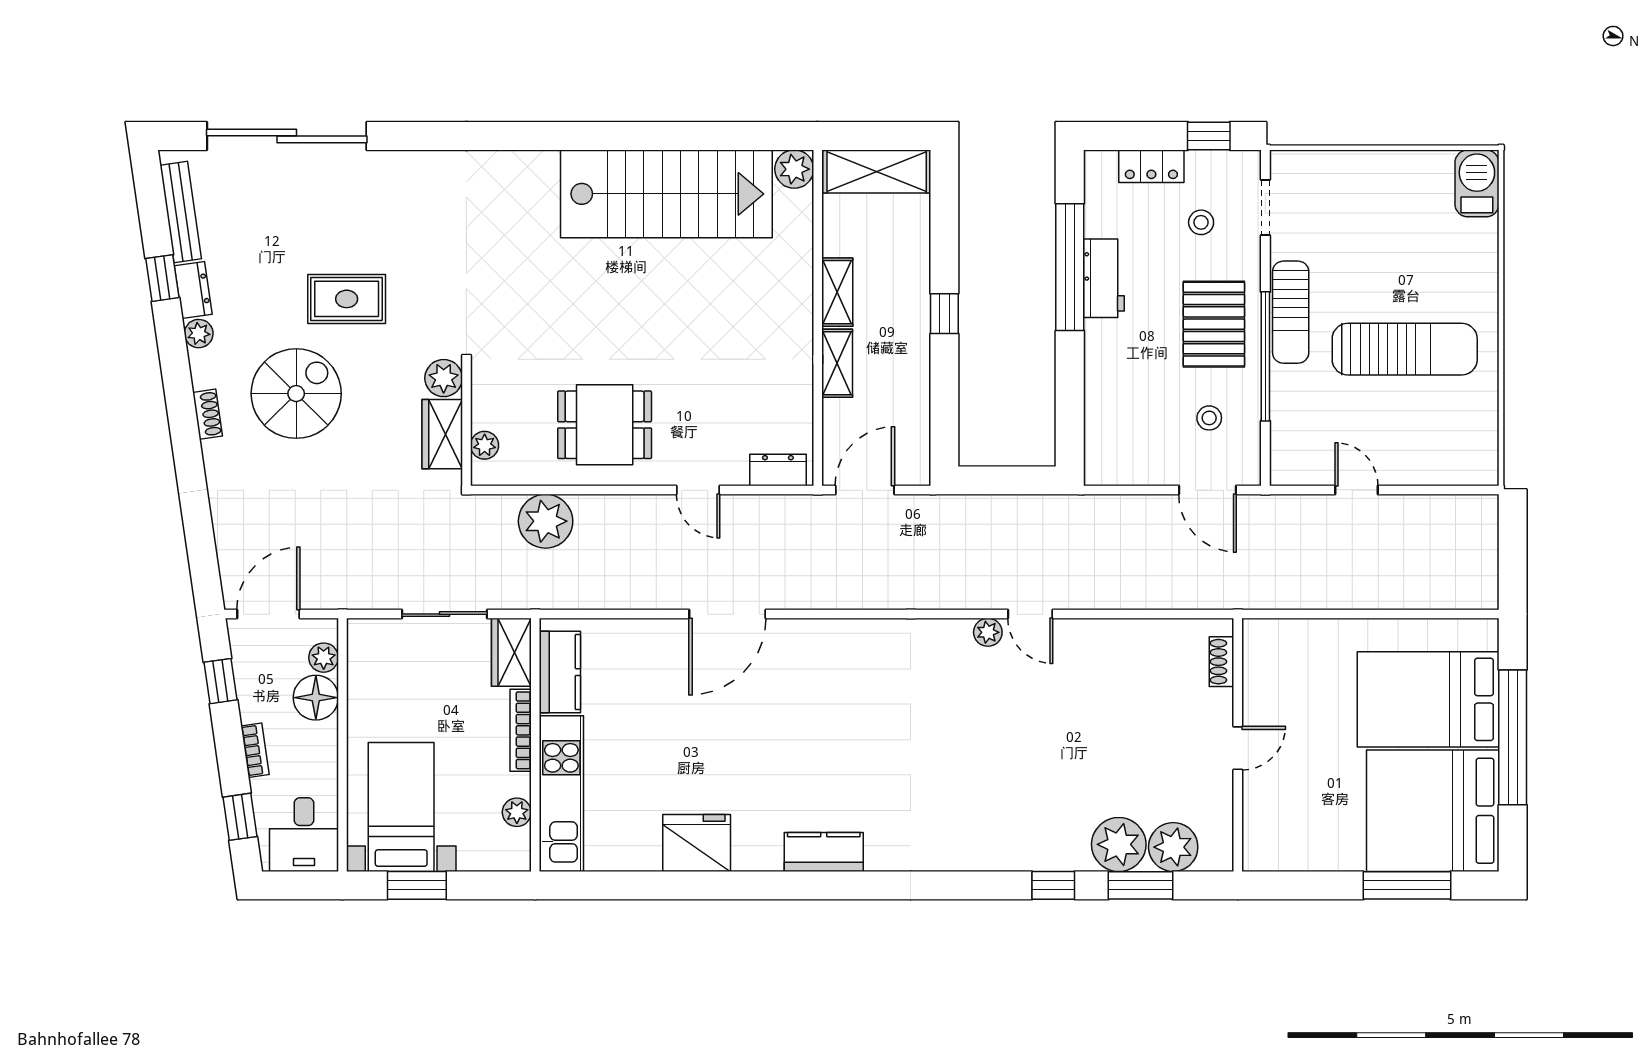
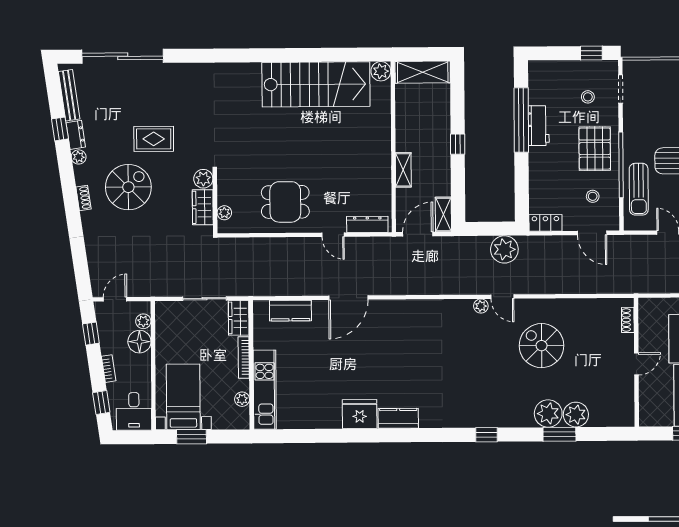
locker: (1151, 166) -> (545, 223), moved, turned 180
shelving: (837, 292) -> (443, 214), moved
sun lounger: (1291, 312) -> (639, 189), moved
dresser: (778, 470) -> (367, 224), width x1.44
plant: (546, 521) -> (504, 249), moved
door: (268, 614) -> (115, 299), width x0.73
shoe rack: (1222, 662) -> (628, 320), moved
kitchen counter: (560, 672) -> (290, 311), moved, turned 90
spiral stairs: (1107, 711) -> (542, 346), added
wall: (1238, 745) -> (636, 362), moved
door: (1238, 748) -> (636, 364), moved
fridge: (697, 843) -> (360, 414), moved
window: (1053, 885) -> (486, 435), moved

